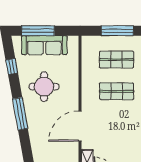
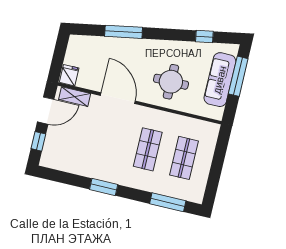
window: (117, 31) -> (217, 167), removed
round table: (44, 87) -> (171, 82), moved
window: (20, 114) -> (124, 32), moved

